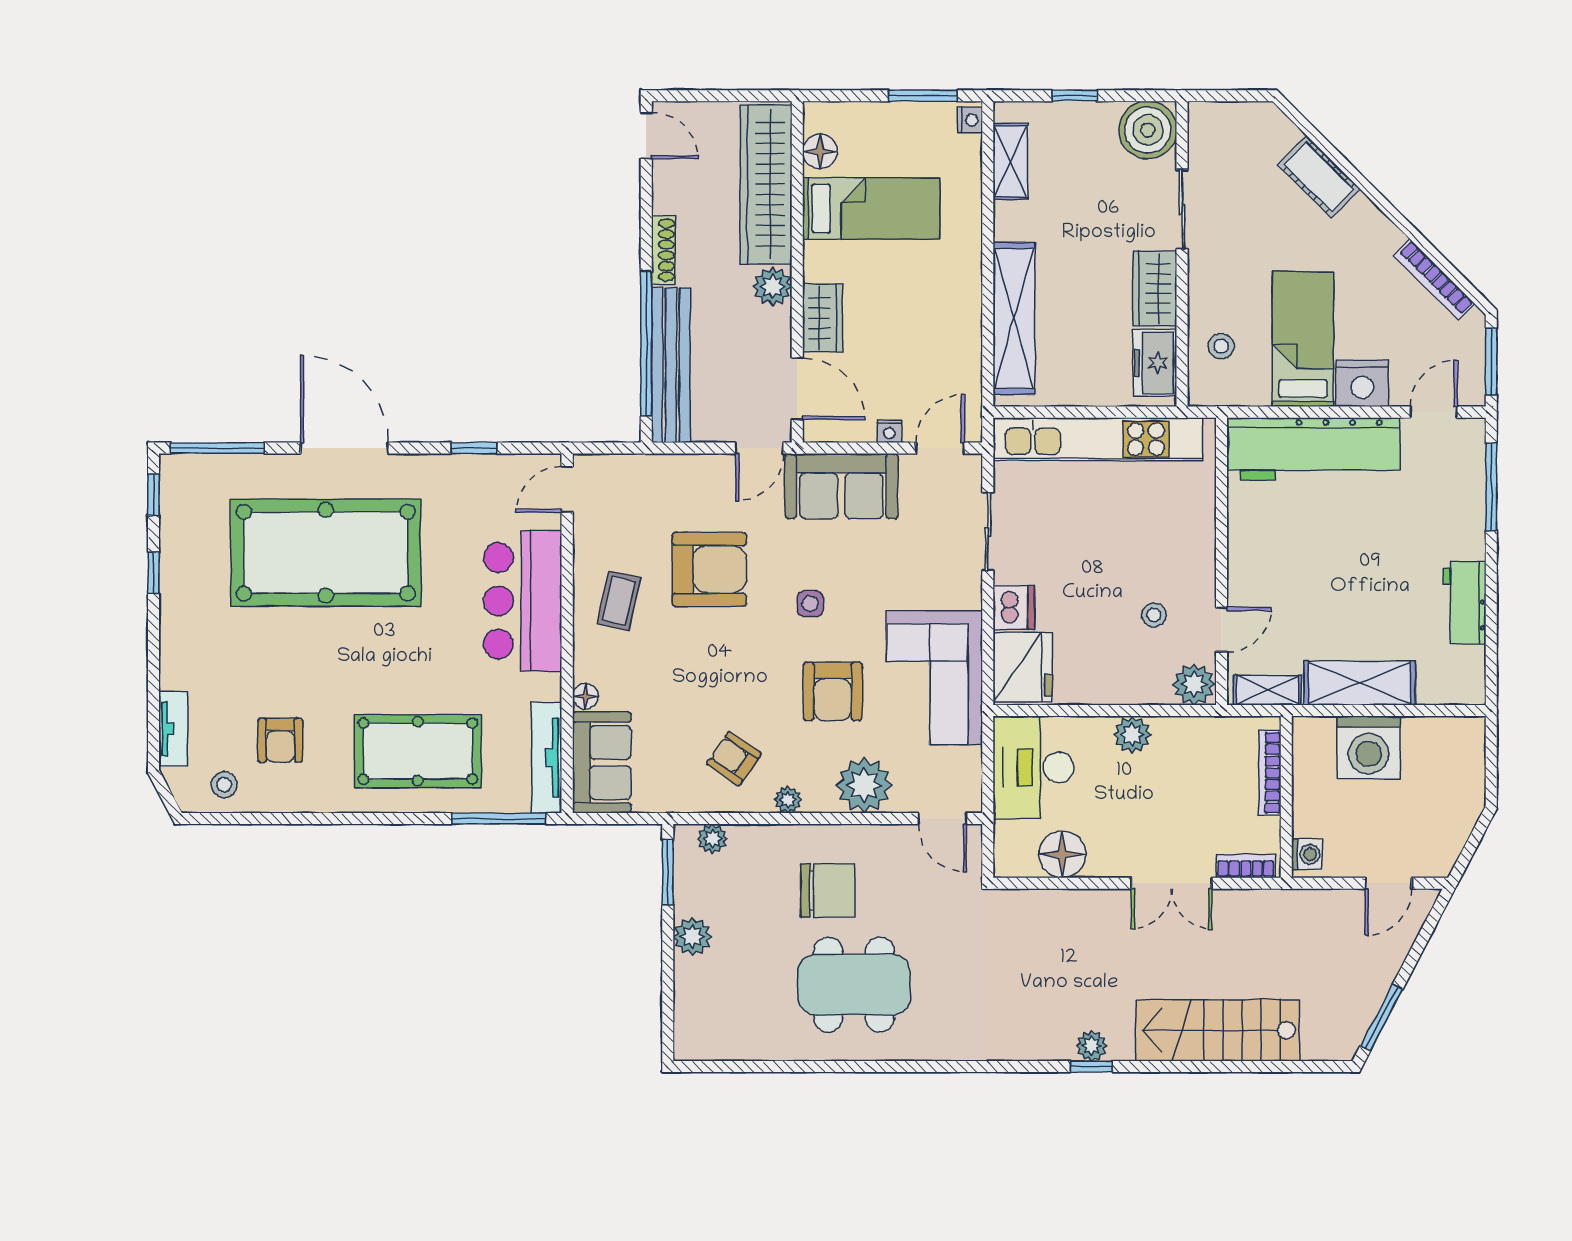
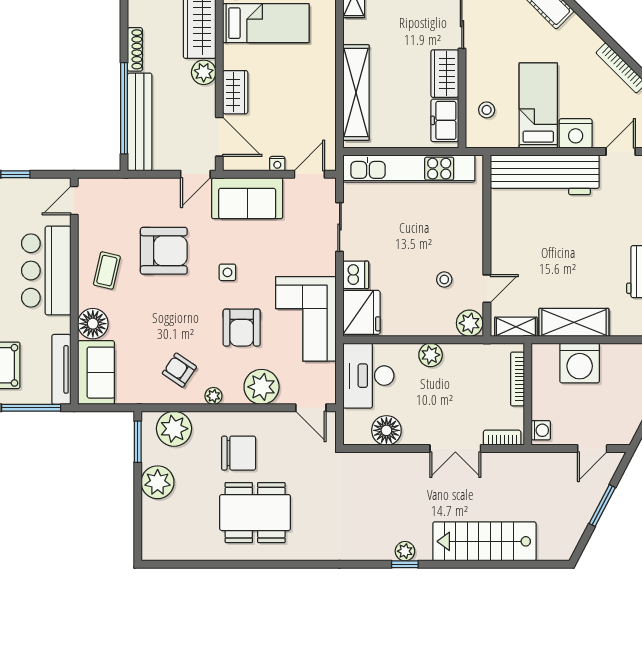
floor lamp: (585, 696) -> (93, 324), width x1.89, depth x1.89
plant: (712, 839) -> (174, 429), width x1.87, depth x1.87
plant: (692, 937) -> (158, 482), width x1.36, depth x1.36
window: (1382, 1018) -> (602, 505), moved

